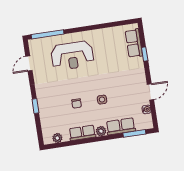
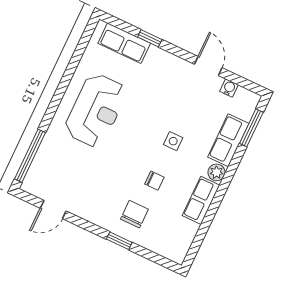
reception desk: (72, 56) -> (96, 110), moved
door: (29, 63) -> (53, 210), hinge flipped
chair: (53, 105) -> (134, 214), added
plant: (57, 138) -> (185, 240), removed

